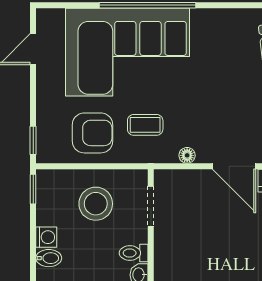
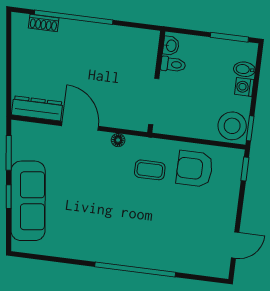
corner sofa: (128, 52) -> (157, 233), removed
stool: (96, 204) -> (232, 126), moved
doorway: (151, 206) -> (154, 101), width x1.38

